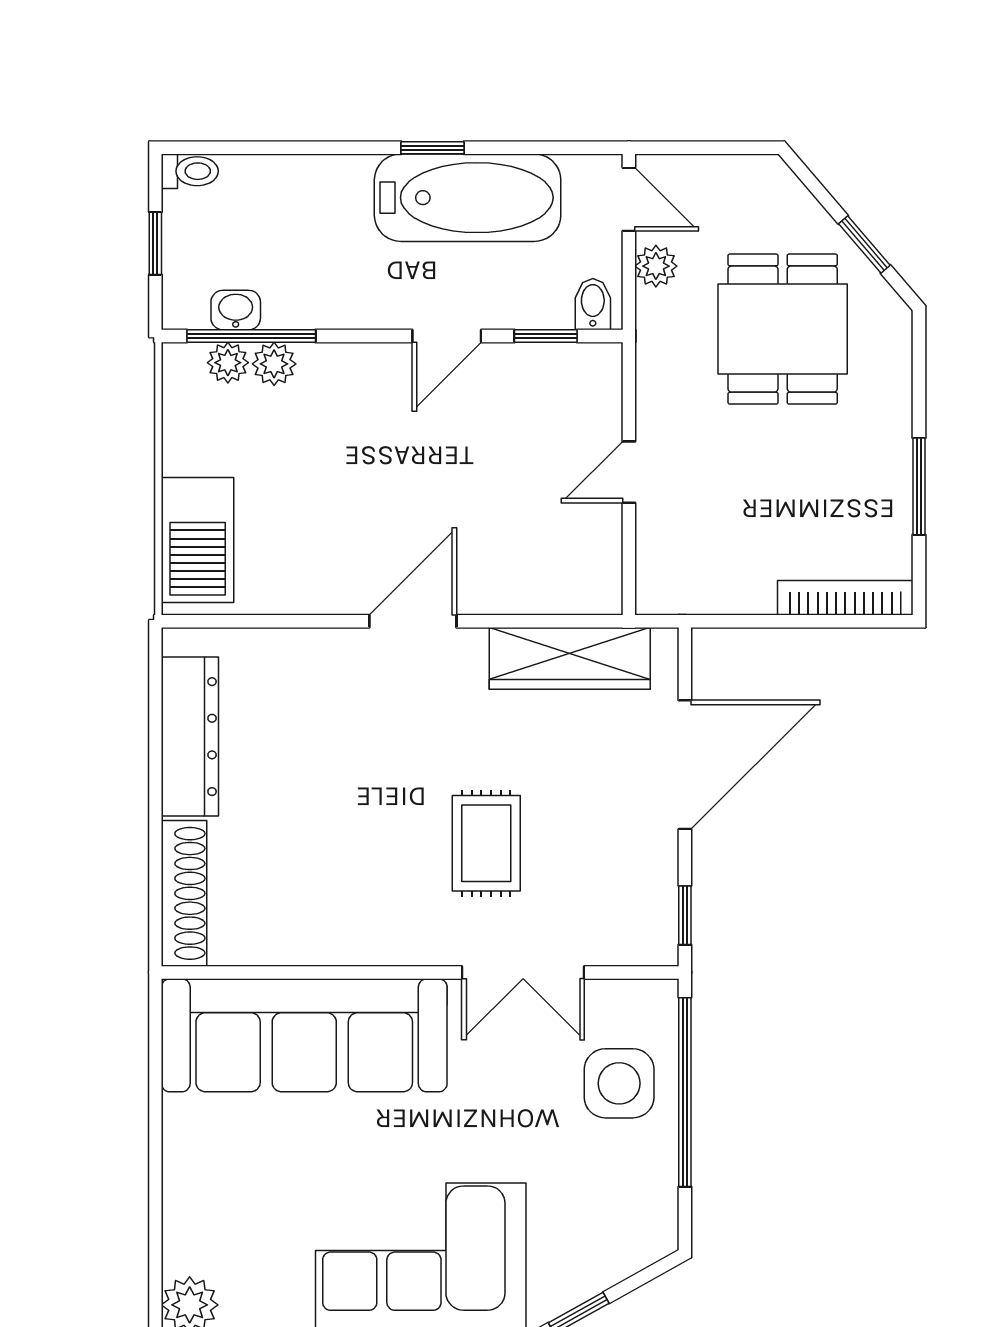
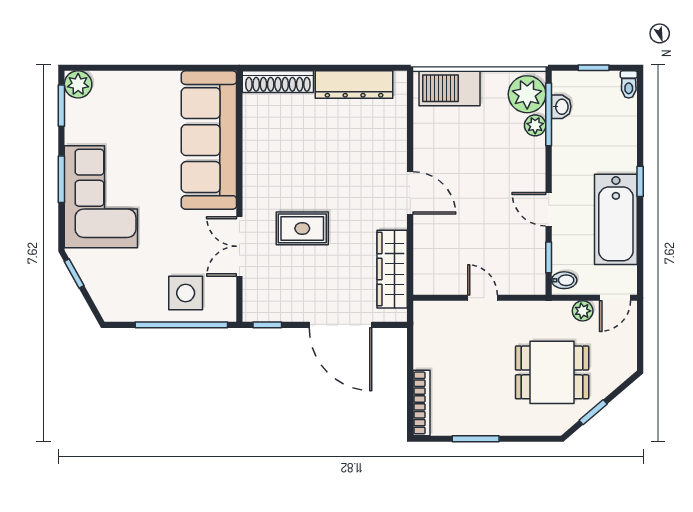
window: (433, 148) -> (640, 181), moved
plant: (228, 363) -> (527, 94), width x1.87, depth x1.87

